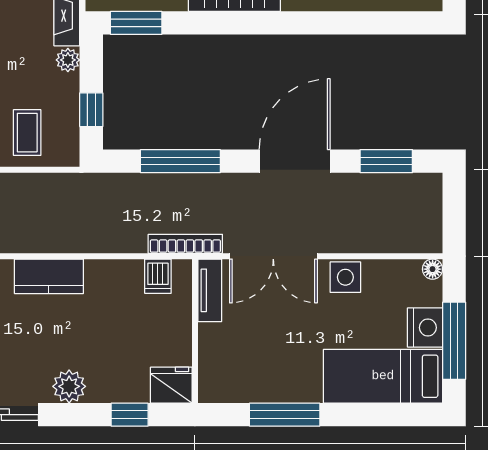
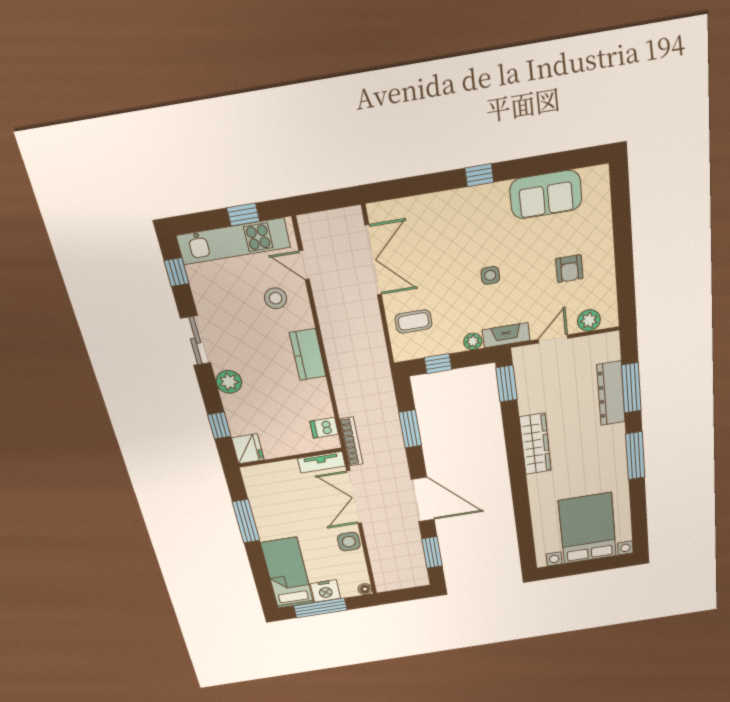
window: (180, 161) -> (410, 429), width x0.69

